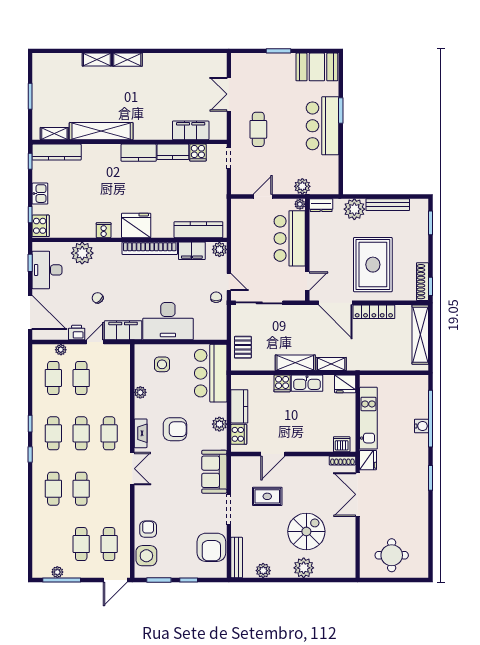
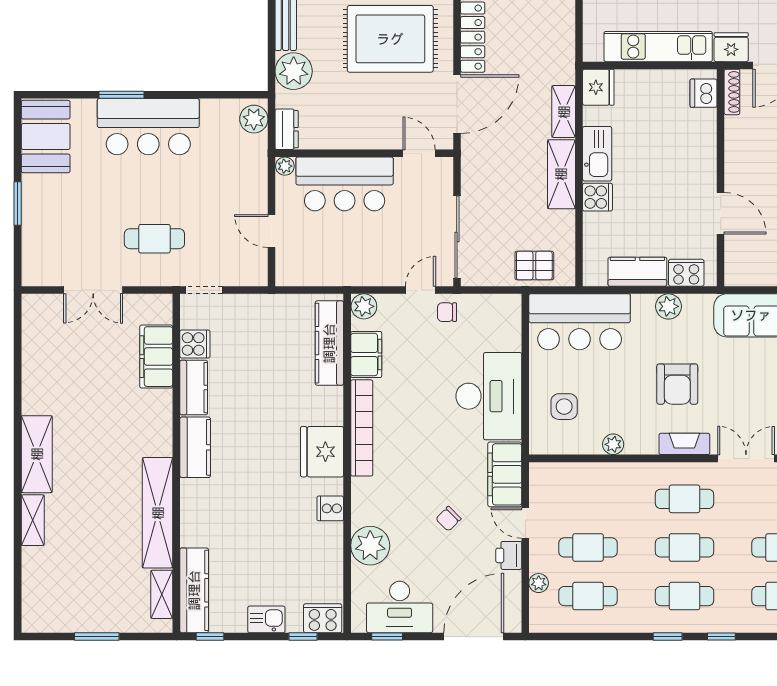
shelving: (127, 60) -> (37, 454), width x1.50, depth x1.33
plant: (302, 186) -> (254, 119), moved
armchair: (175, 429) -> (677, 384), turned 180

